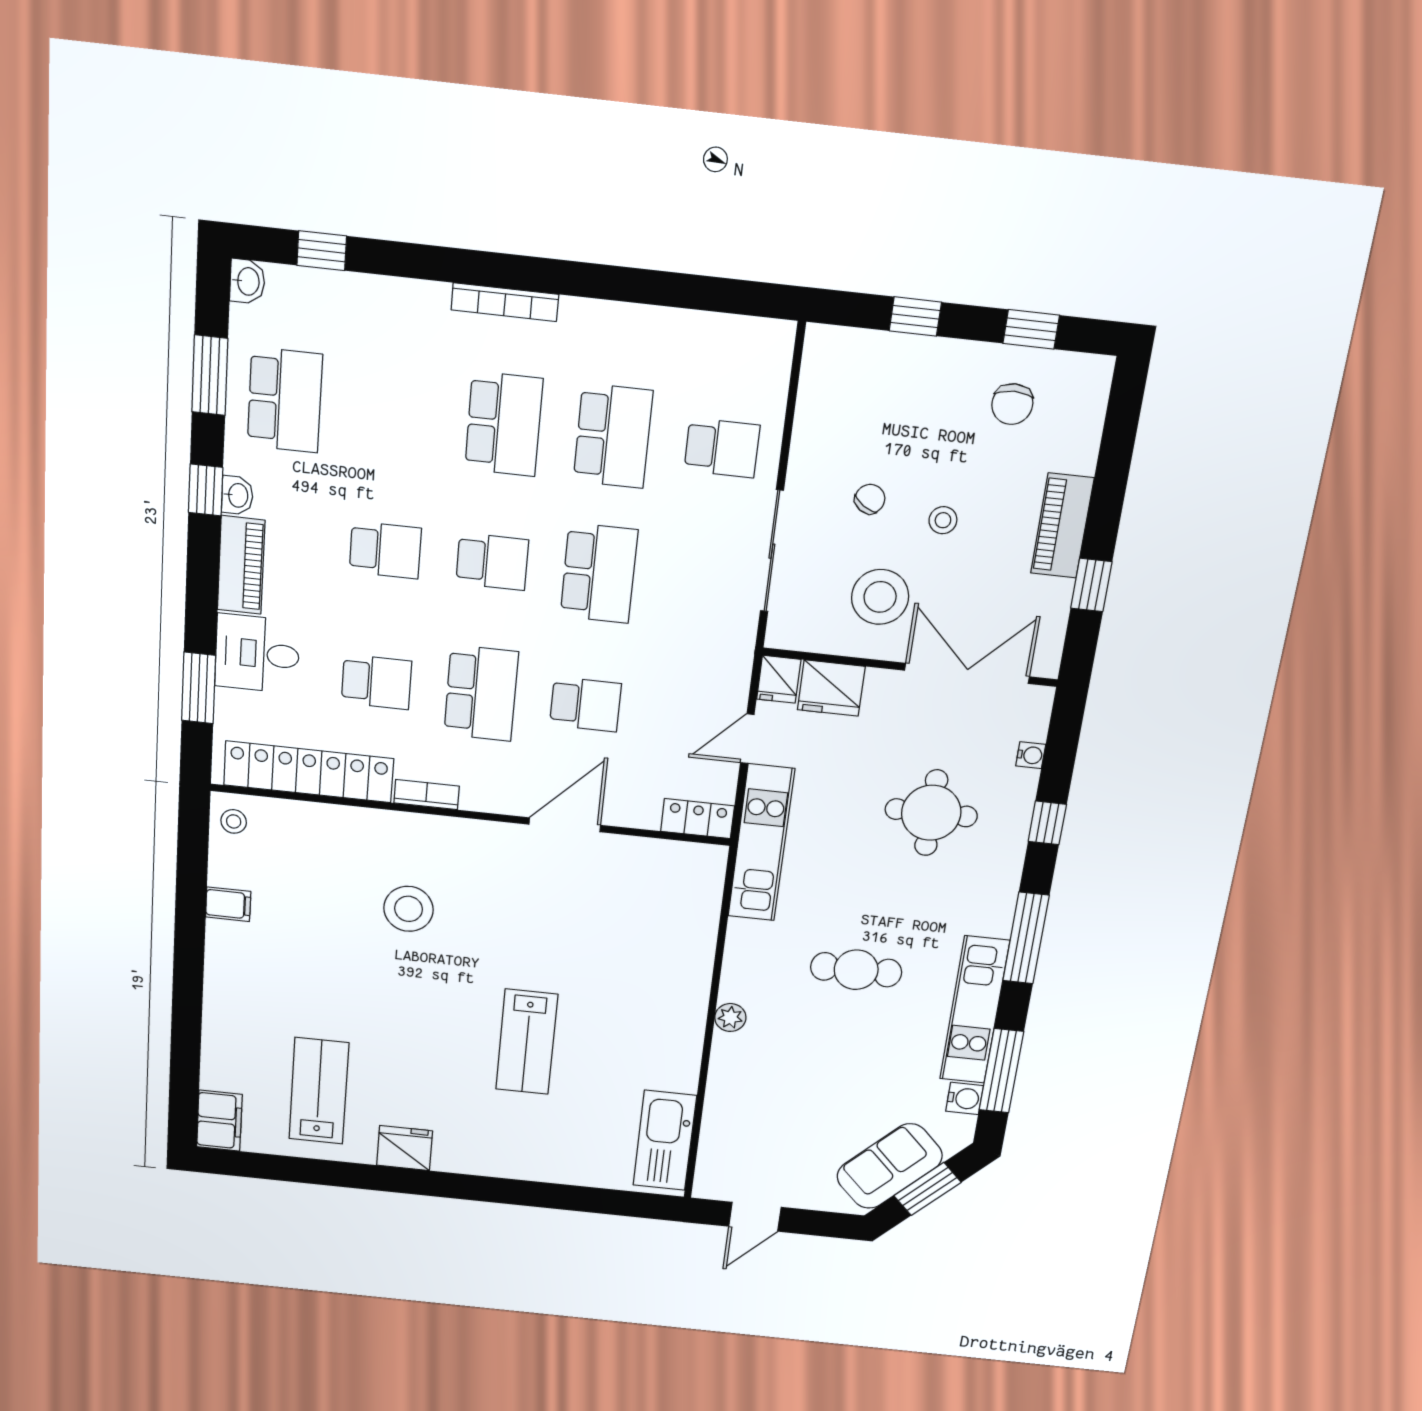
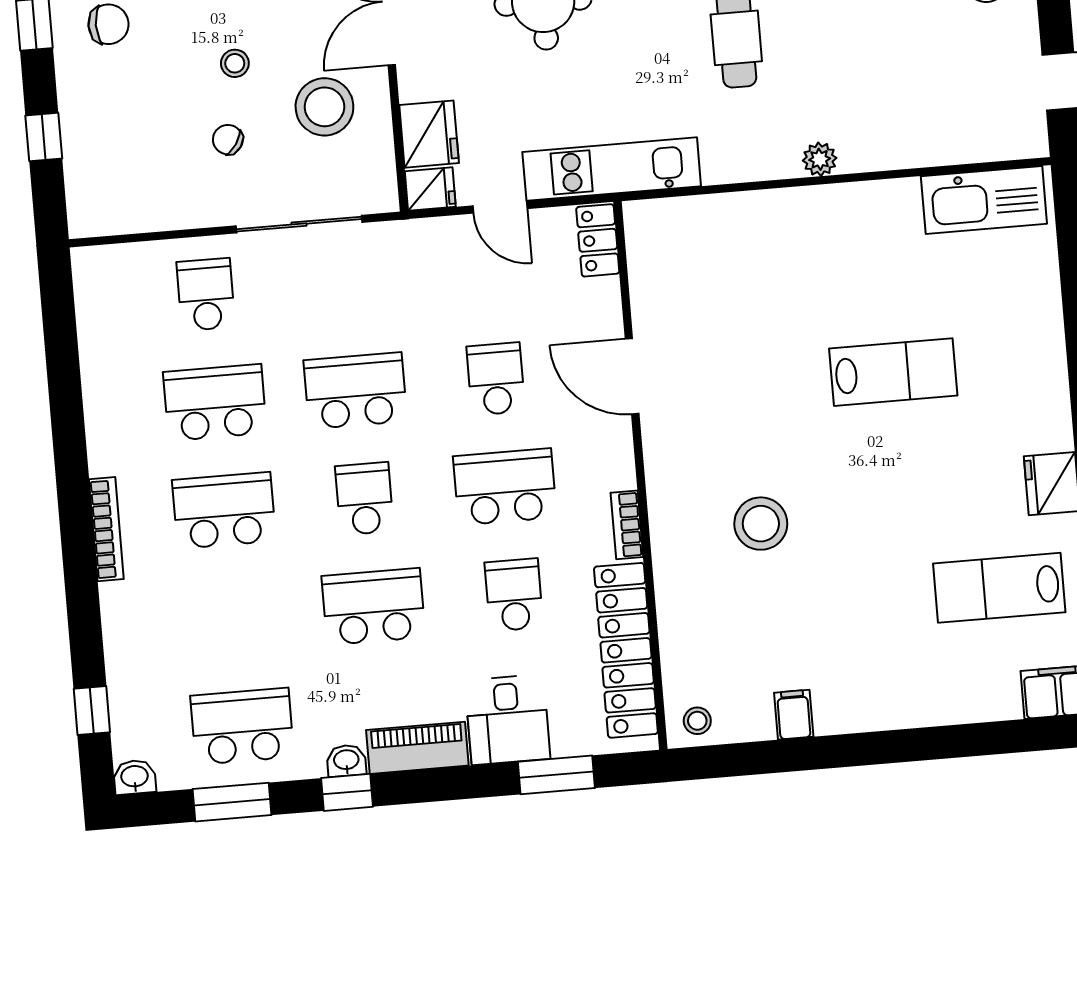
school desk: (385, 550) -> (373, 607), width x1.85

